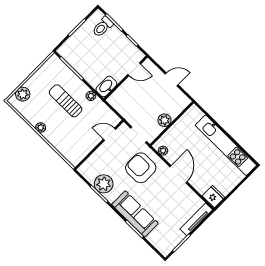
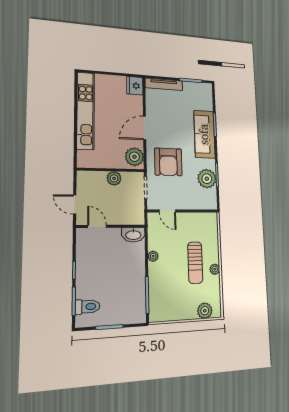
door: (134, 69) -> (97, 226), moved
wall: (126, 78) -> (111, 226), moved
washbasin: (106, 86) -> (133, 235), moved
sun lounger: (66, 101) -> (195, 263), moved
plant: (163, 151) -> (134, 157), width x1.87, depth x1.87

